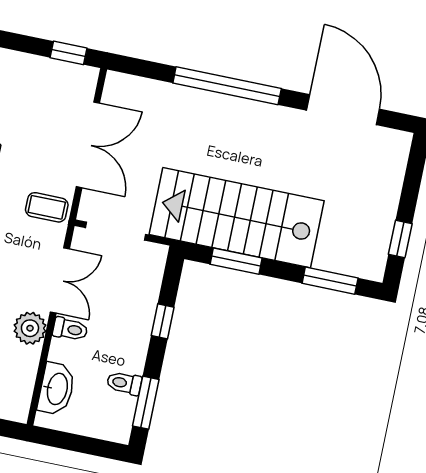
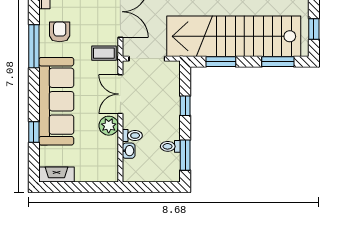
stairs: (237, 218) -> (234, 36), width x1.36
double door: (60, 280) -> (120, 94), swing flipped
toilet: (70, 329) -> (132, 135), moved
washbasin: (56, 389) -> (129, 151), width x0.52, depth x0.69

